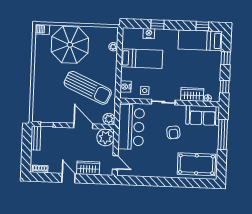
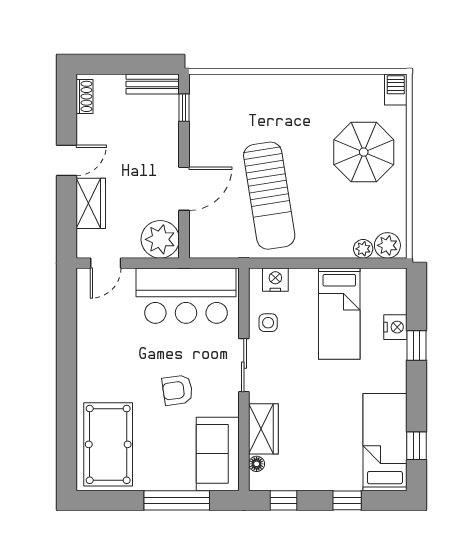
parasol: (70, 45) -> (364, 152), width x0.73, depth x0.73
sun lounger: (88, 88) -> (269, 196), turned -33
plant: (109, 119) -> (387, 245), moved

